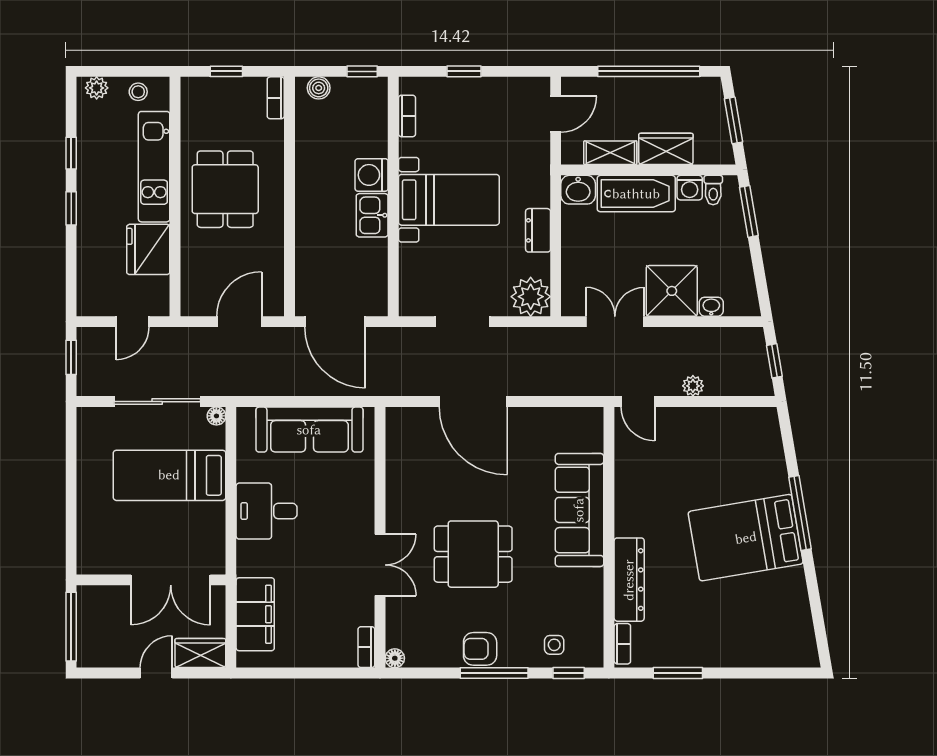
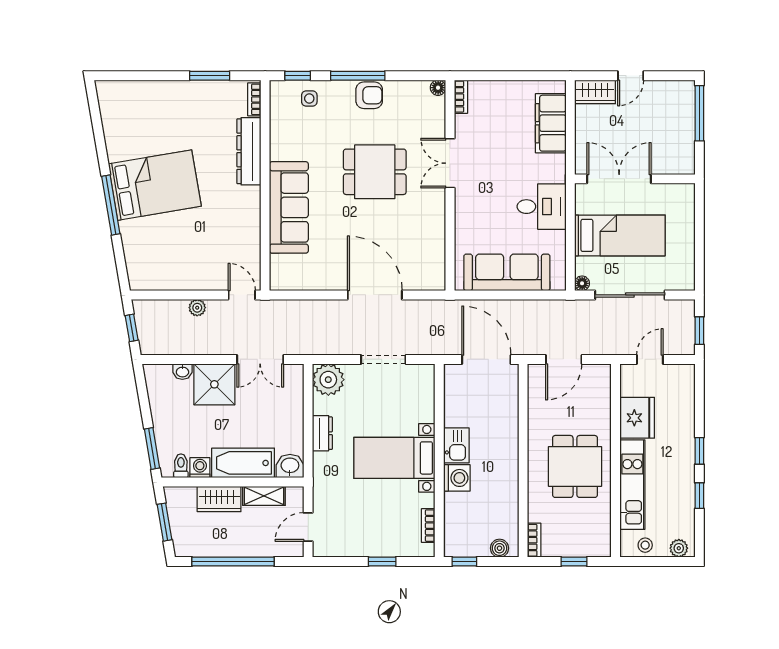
wall: (151, 580) -> (635, 179), moved
double door: (171, 580) -> (619, 179), moved

